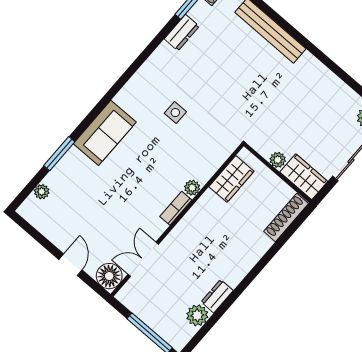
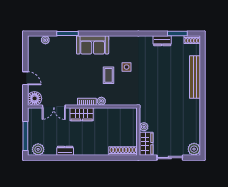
coffee table: (165, 147) -> (108, 75), added
wardrobe: (231, 179) -> (82, 114), moved
double door: (143, 259) -> (54, 107), swing flipped
door: (71, 265) -> (25, 78), hinge flipped
plant: (197, 315) -> (38, 149), moved

